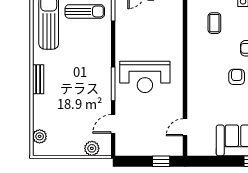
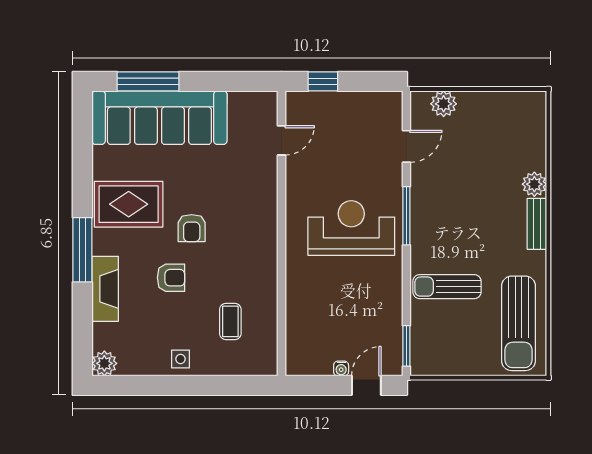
sun lounger: (85, 11) -> (447, 287), moved
plant: (40, 136) -> (534, 184), moved

